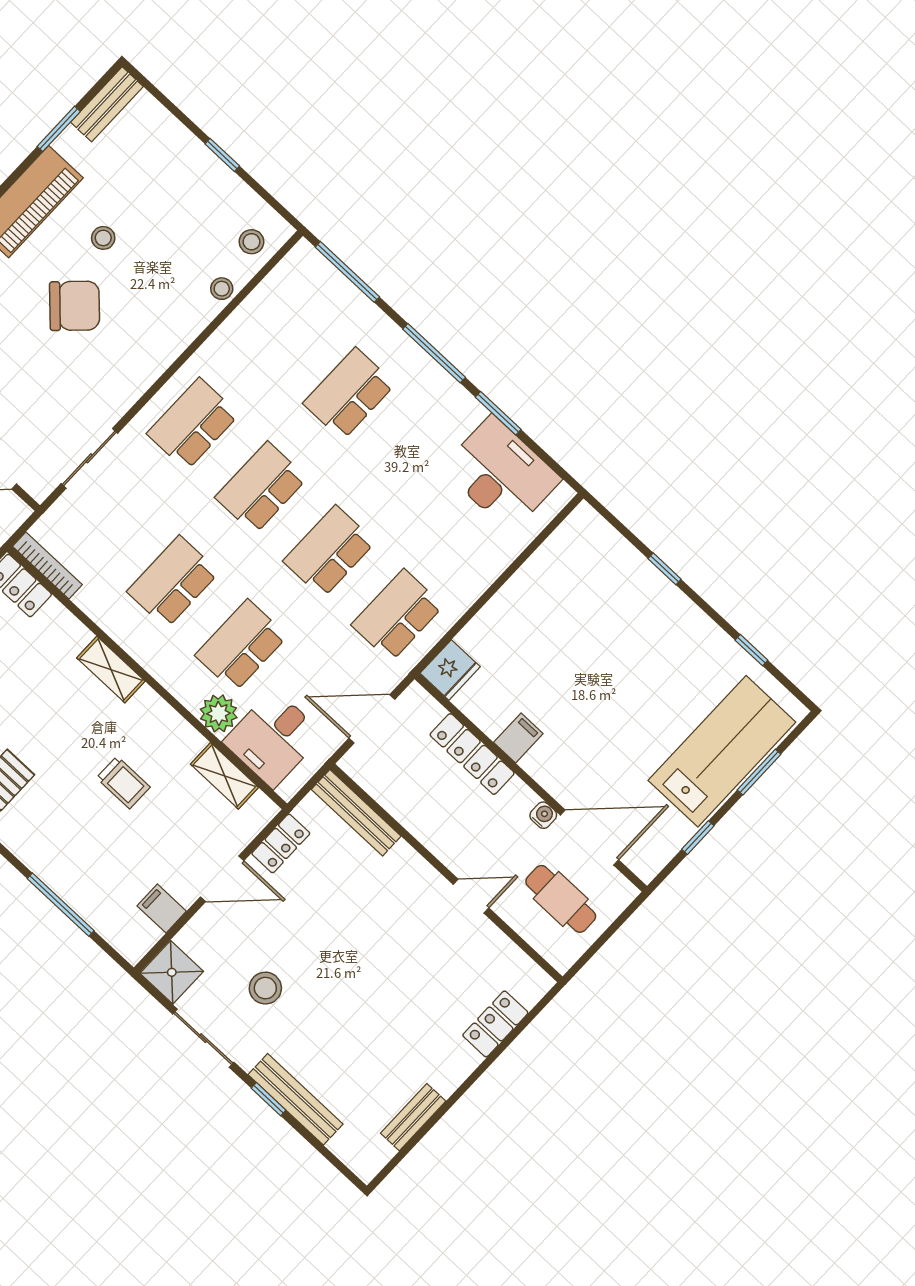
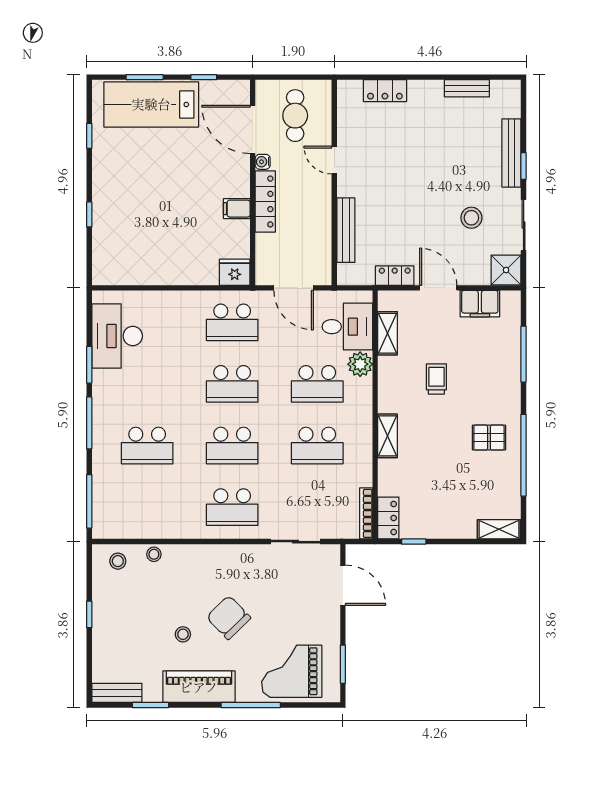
locker: (472, 754) -> (265, 202), moved
bench: (356, 813) -> (346, 230), moved
filing cabinet: (162, 909) -> (480, 304), width x2.00

